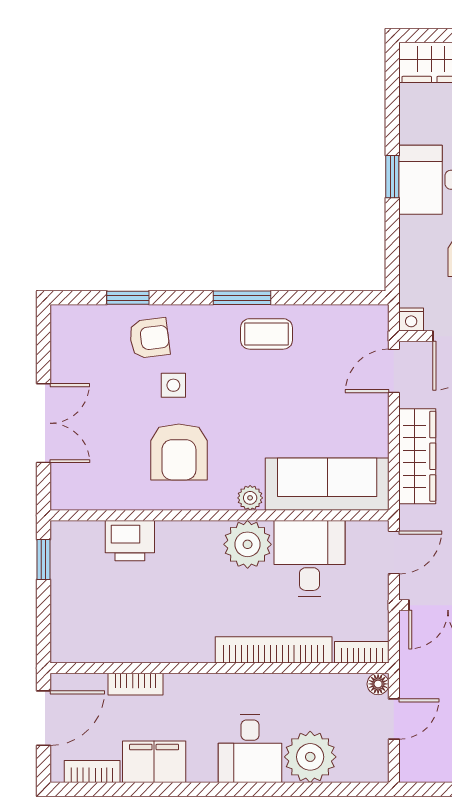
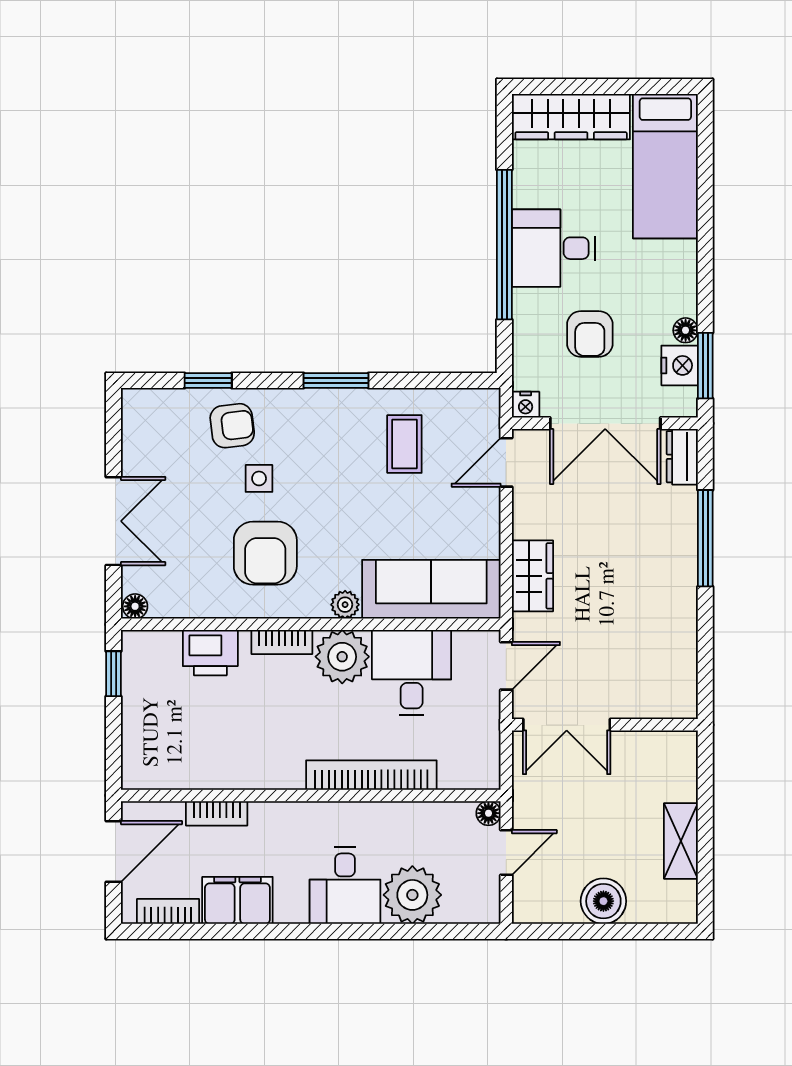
window: (392, 177) -> (504, 245), width x3.17
coffee table: (266, 334) -> (404, 444), moved, turned 90
wardrobe: (417, 456) -> (532, 576), width x0.67
floor lamp: (63, 499) -> (135, 606), added
bookcase: (362, 652) -> (282, 642), moved, turned 180

